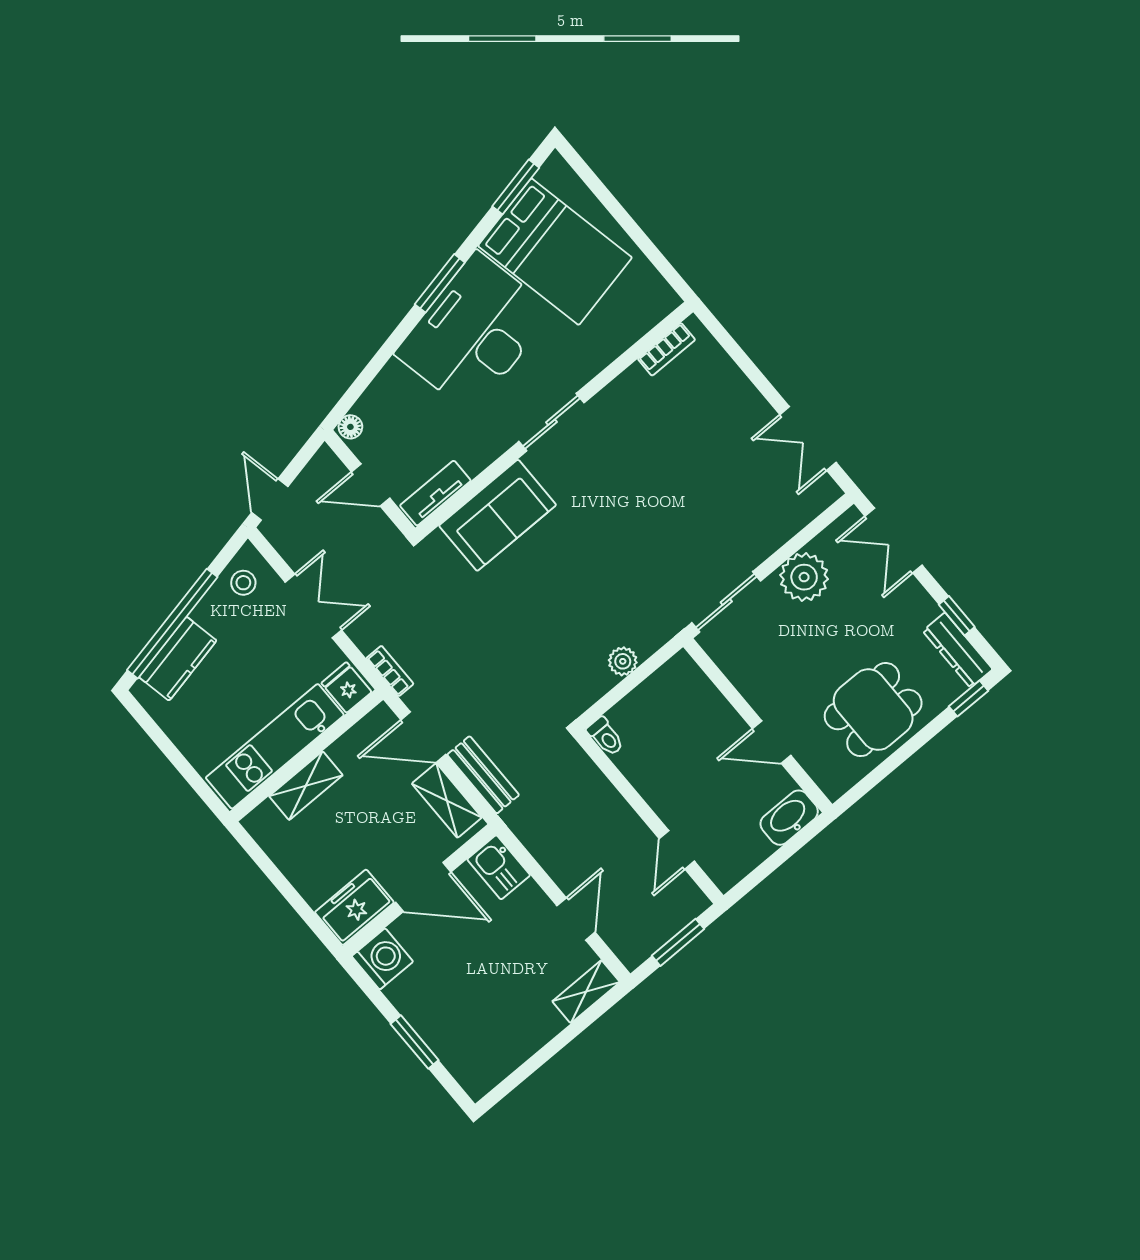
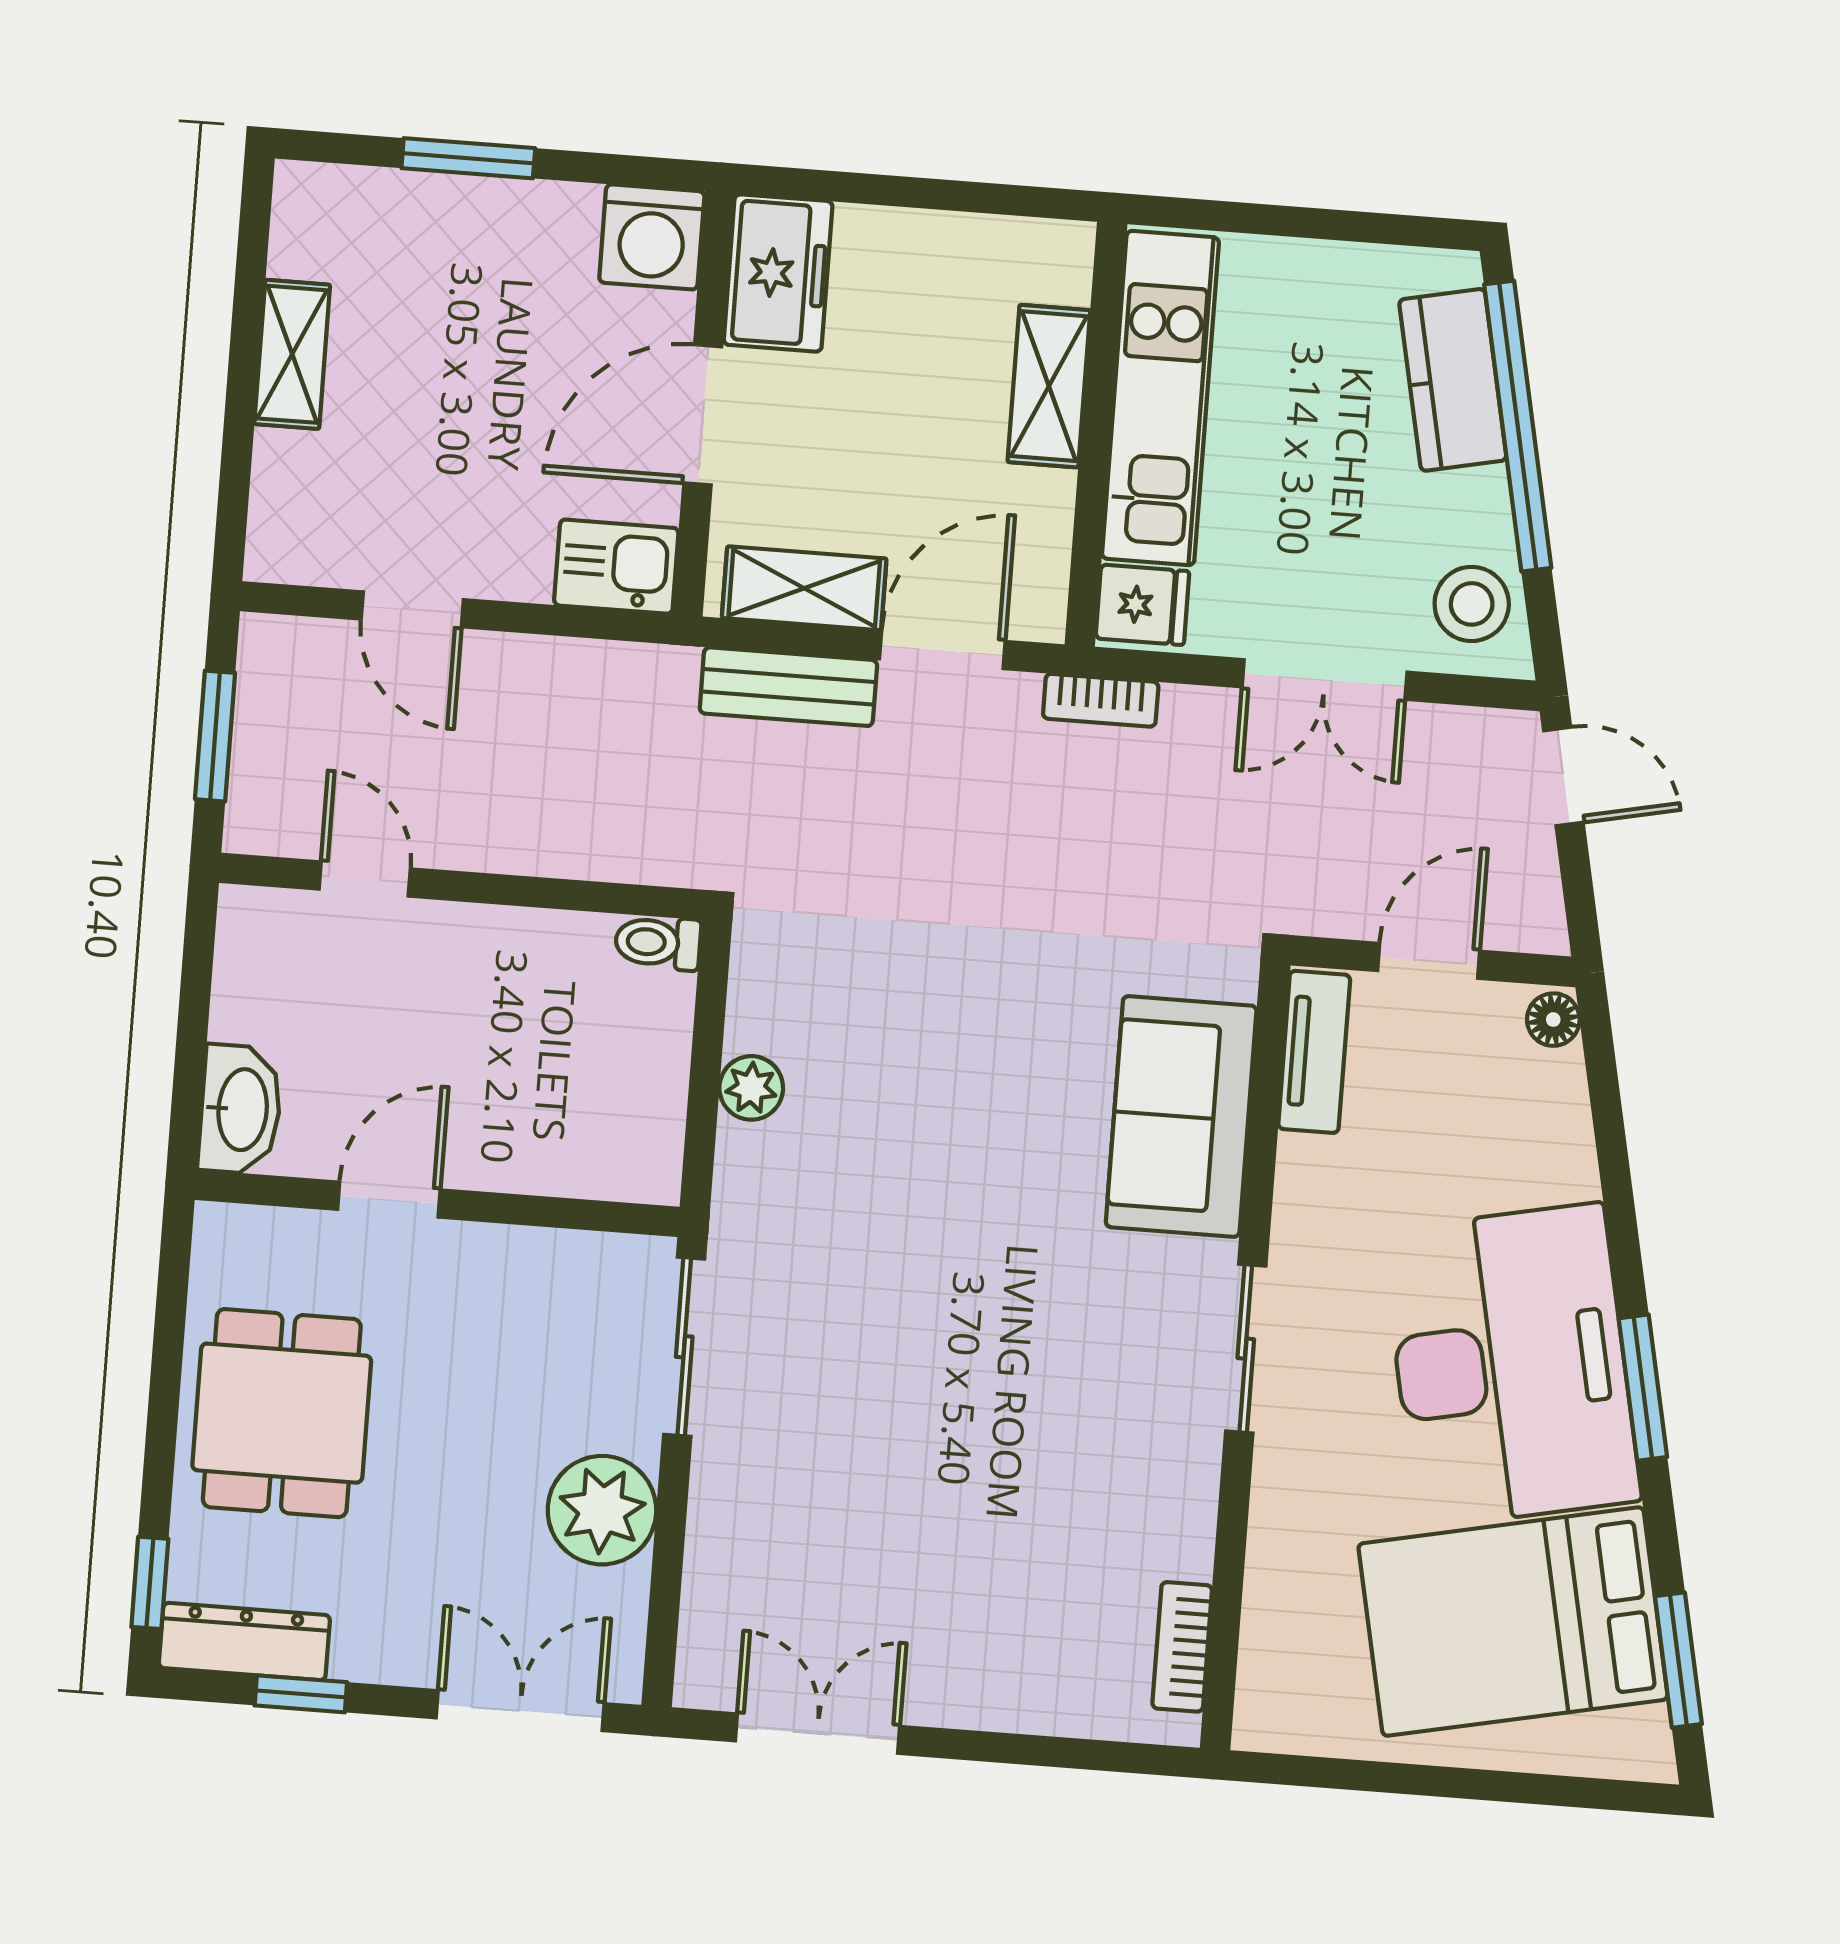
stool: (243, 583) -> (1472, 604), width x1.37, depth x1.37
shelving: (586, 992) -> (292, 354), moved

